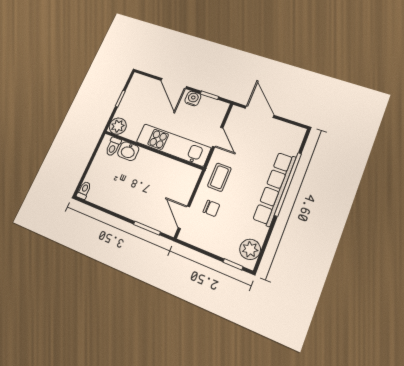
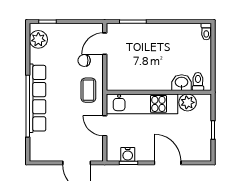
water cooler: (193, 98) -> (128, 154), moved
plant: (118, 126) -> (188, 102), moved
door: (184, 217) -> (105, 44), swing flipped

